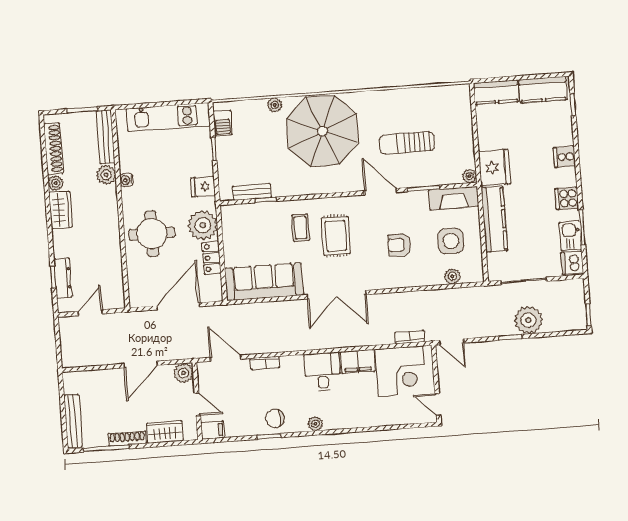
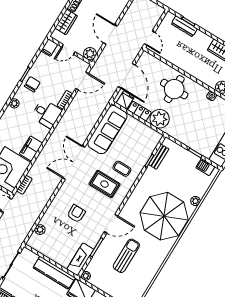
fridge: (203, 187) -> (125, 100), moved
side table: (451, 241) -> (59, 242), removed
door: (90, 313) -> (150, 38), moved
desk: (323, 372) -> (46, 114), moved

